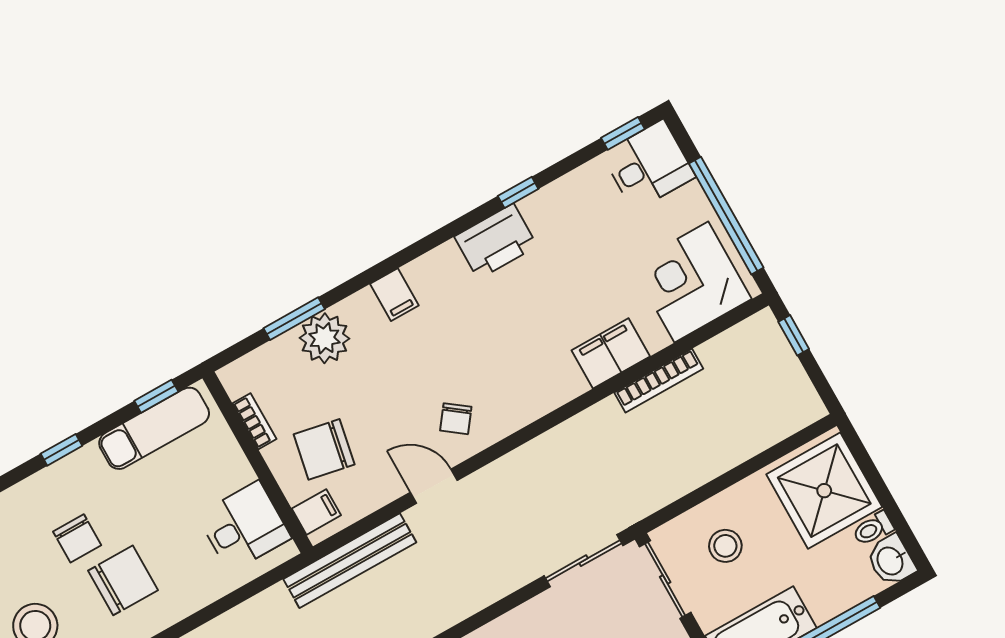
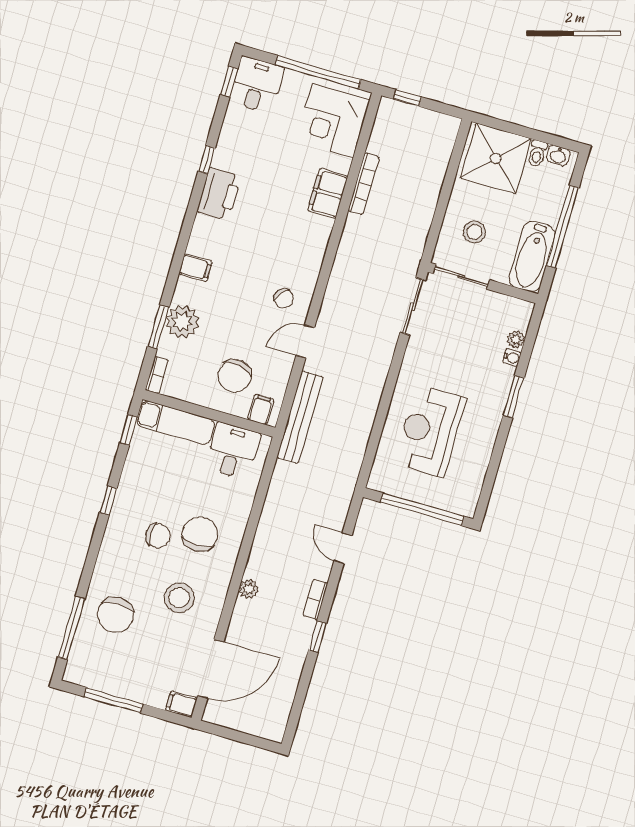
bookcase: (254, 421) -> (157, 375), moved, turned 90
exam couch: (154, 428) -> (175, 423), moved, turned 90
washbasin: (891, 560) -> (558, 155), width x0.72, depth x0.69

